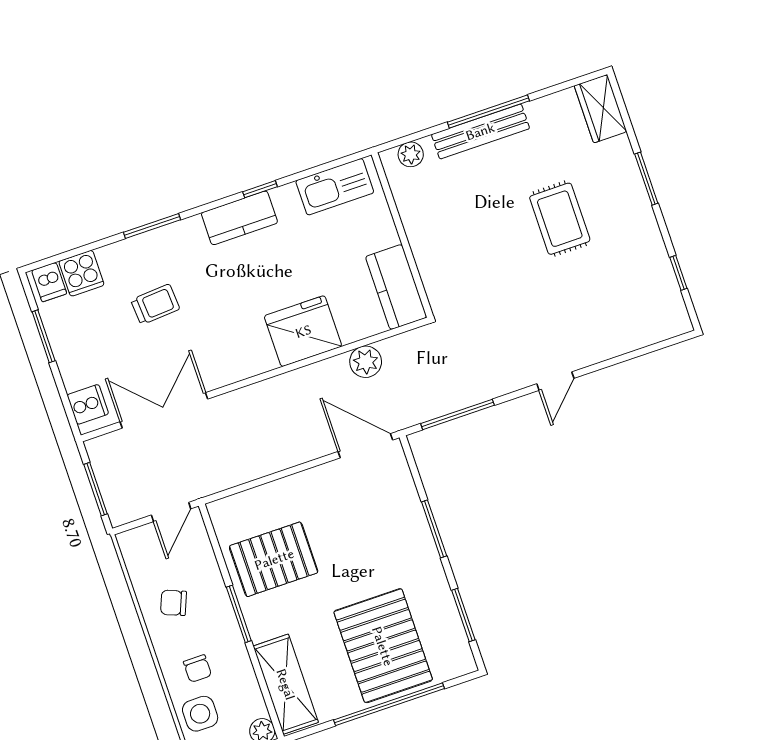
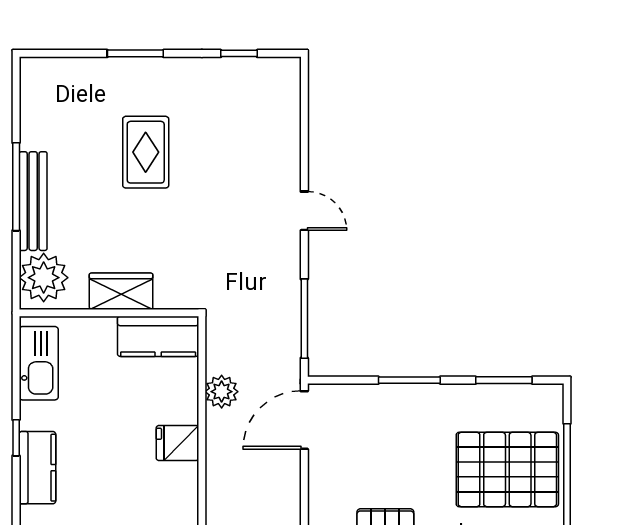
wardrobe: (601, 109) -> (121, 291), moved, turned 180
plant: (411, 154) -> (44, 278), width x1.88, depth x1.88
rug: (560, 219) -> (146, 152), turned 90
fridge: (303, 331) -> (177, 443), width x0.53, depth x0.75

